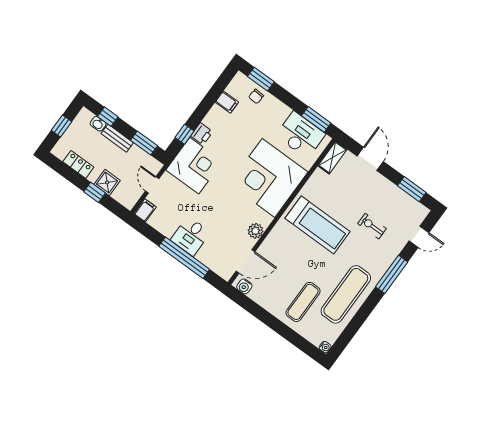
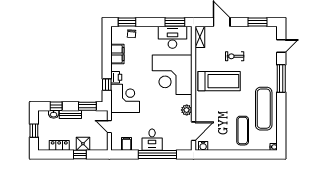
filing cabinet: (227, 102) -> (117, 54), width x2.00
filing cabinet: (145, 210) -> (126, 144), moved
exercise bike: (372, 226) -> (235, 56), moved

